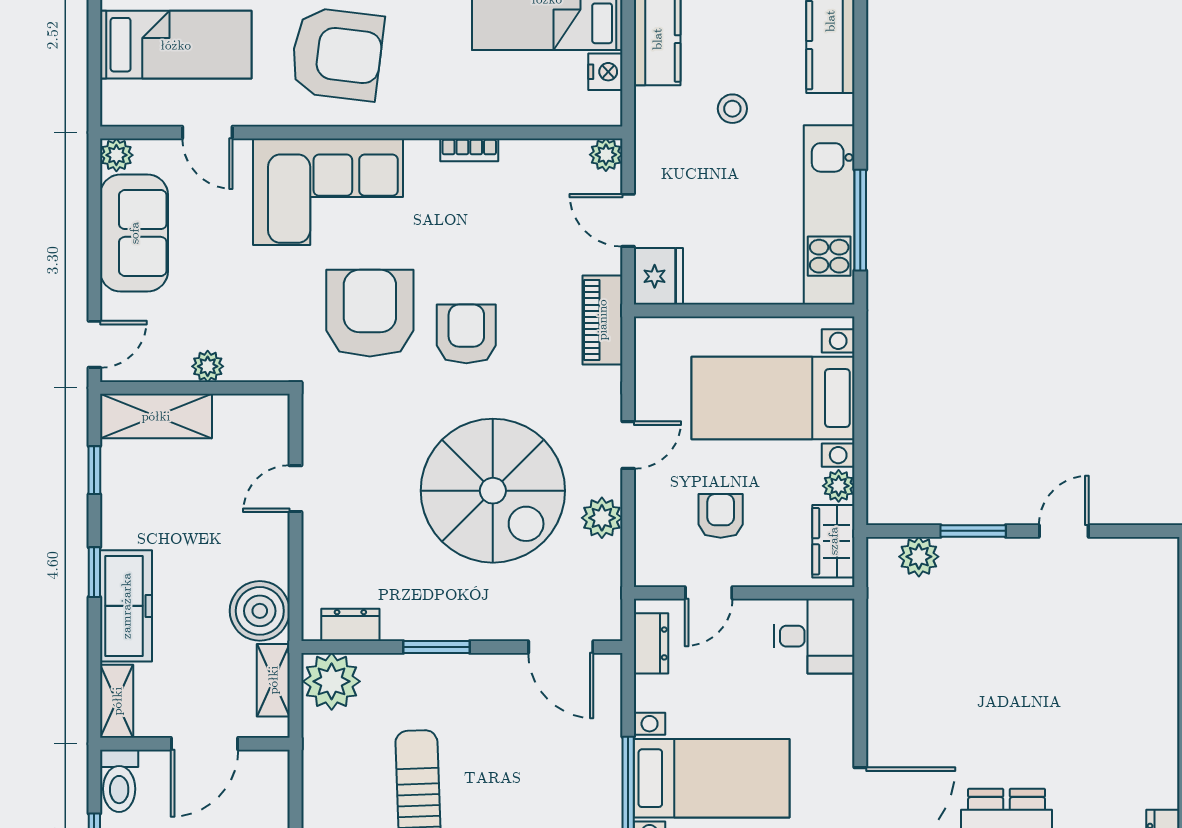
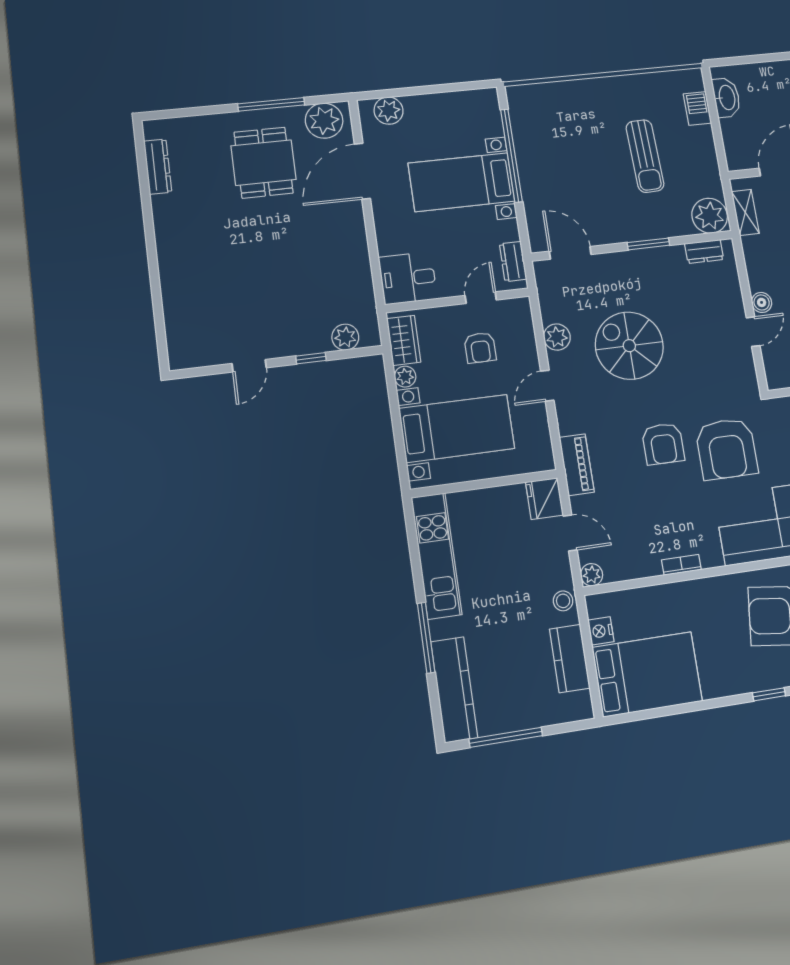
stool: (732, 109) -> (563, 601), moved
window: (860, 220) -> (426, 638), moved
spiral stairs: (493, 491) -> (629, 346), width x0.73, depth x0.73
window: (973, 531) -> (311, 358), width x0.67
boiler: (260, 611) -> (762, 302), moved, width x0.54, depth x0.54

